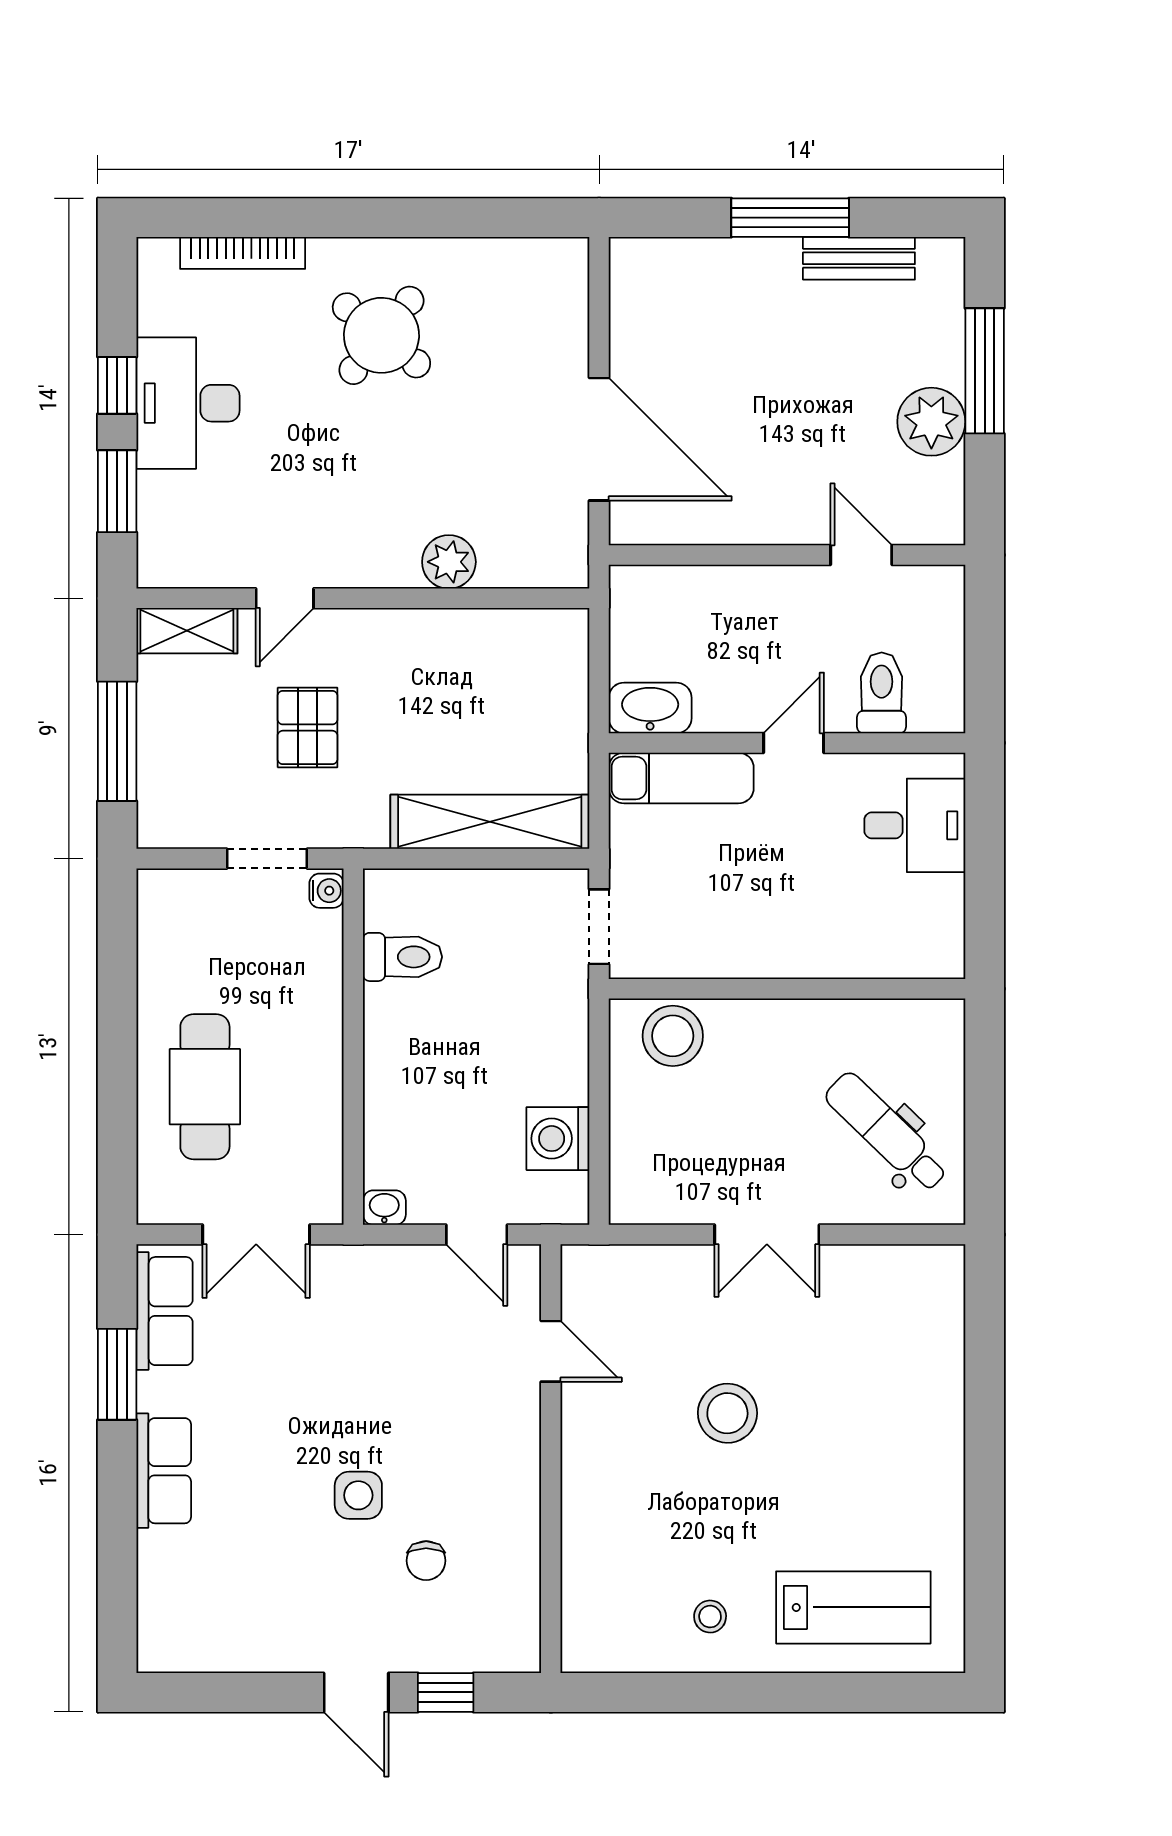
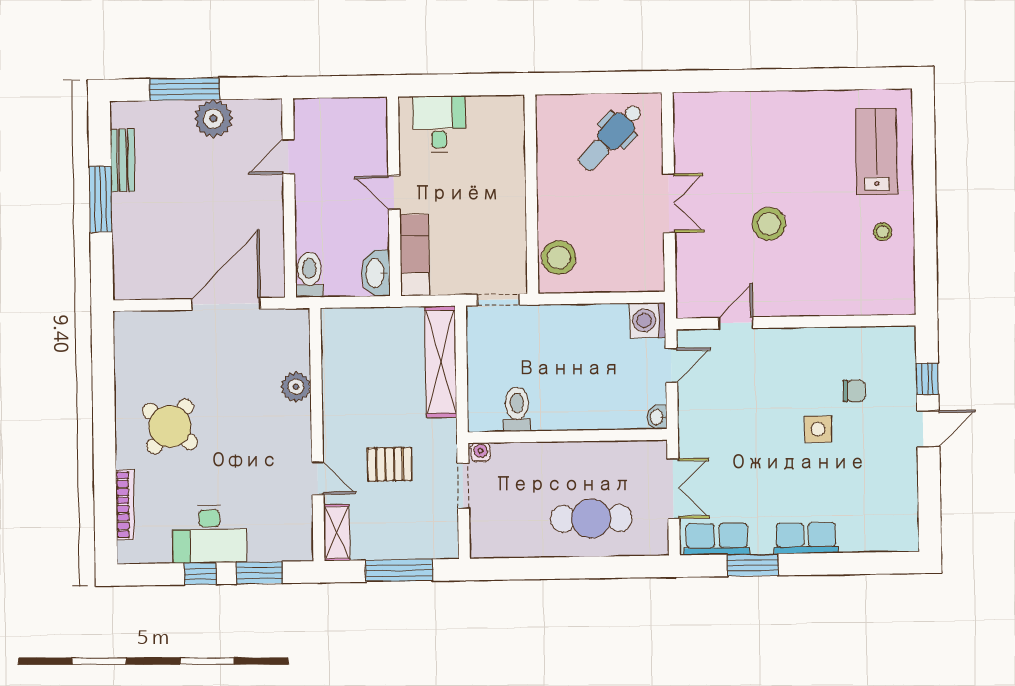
toilet: (882, 693) -> (309, 275), moved, turned 90
washing machine: (558, 1139) -> (648, 320), moved, turned 90

